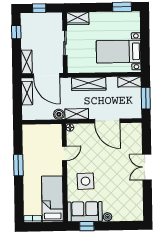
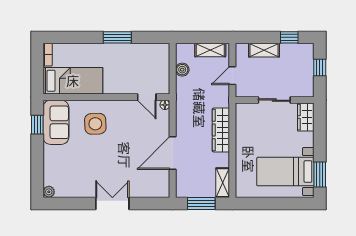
bed with nightstands: (119, 52) -> (285, 172), moved, turned -90
shelving: (27, 62) -> (264, 50), moved
door: (47, 76) -> (232, 76), width x0.53
boiler: (59, 114) -> (182, 70), moved
shelving: (77, 114) -> (182, 114), removed
door: (64, 153) -> (147, 97), moved
plant: (108, 217) -> (49, 192), moved

